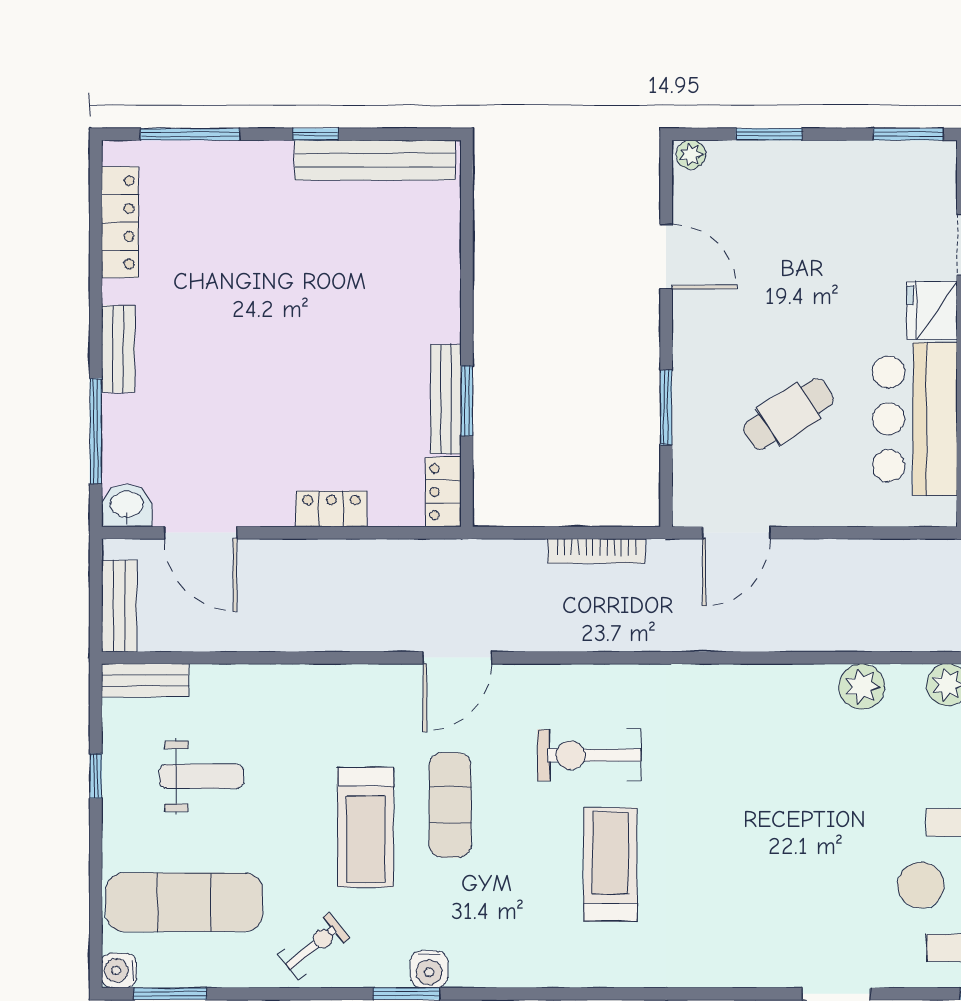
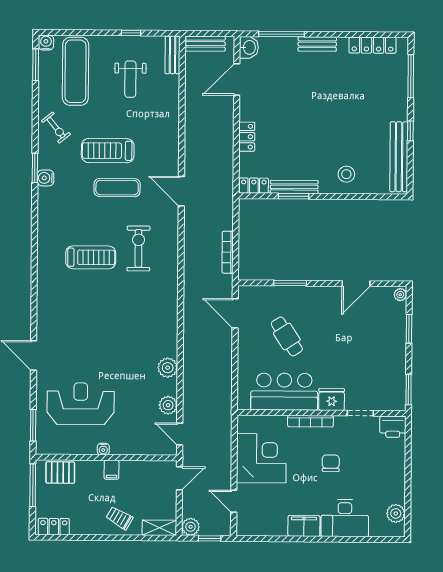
stool: (416, 280) -> (346, 174), added

